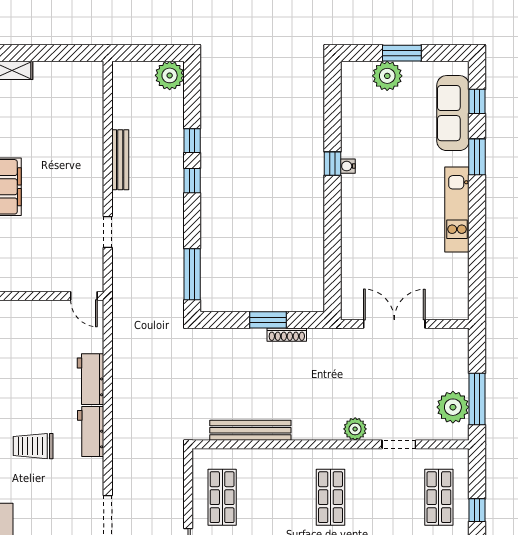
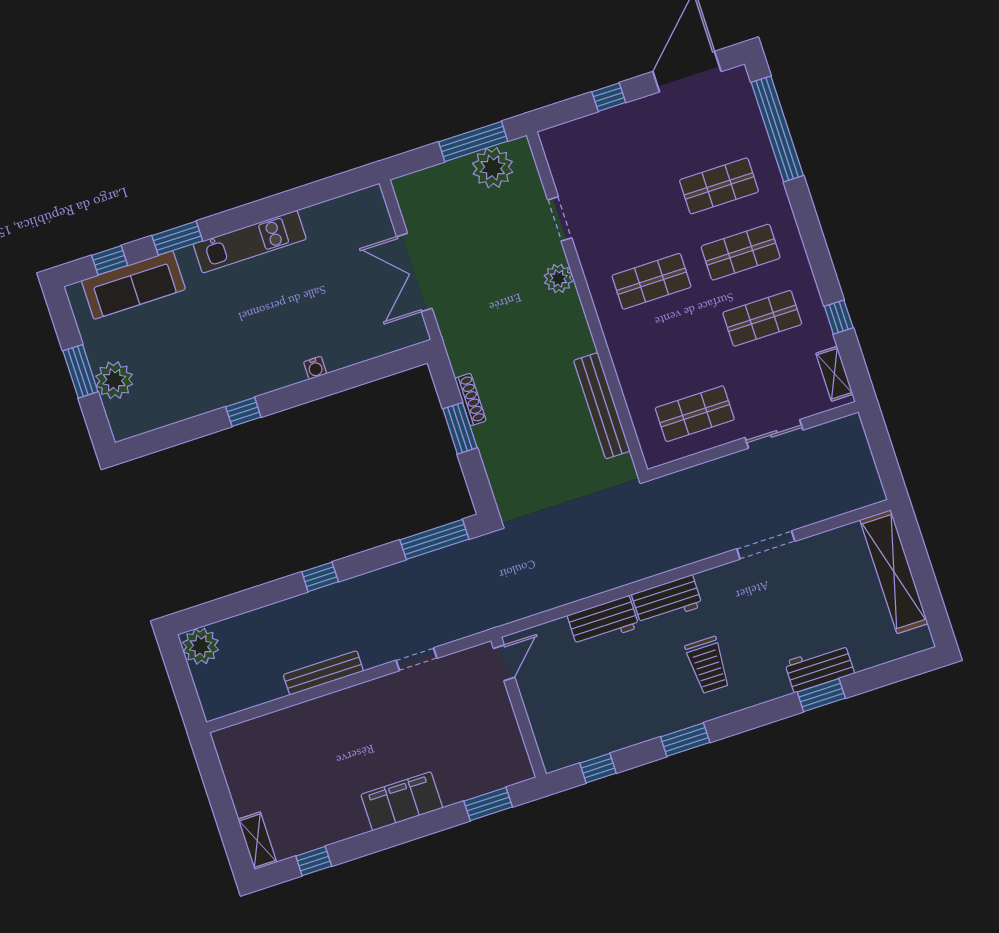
window: (192, 141) -> (271, 593), removed
water cooler: (348, 166) -> (315, 368), moved
shop shelf: (439, 497) -> (608, 149), removed

